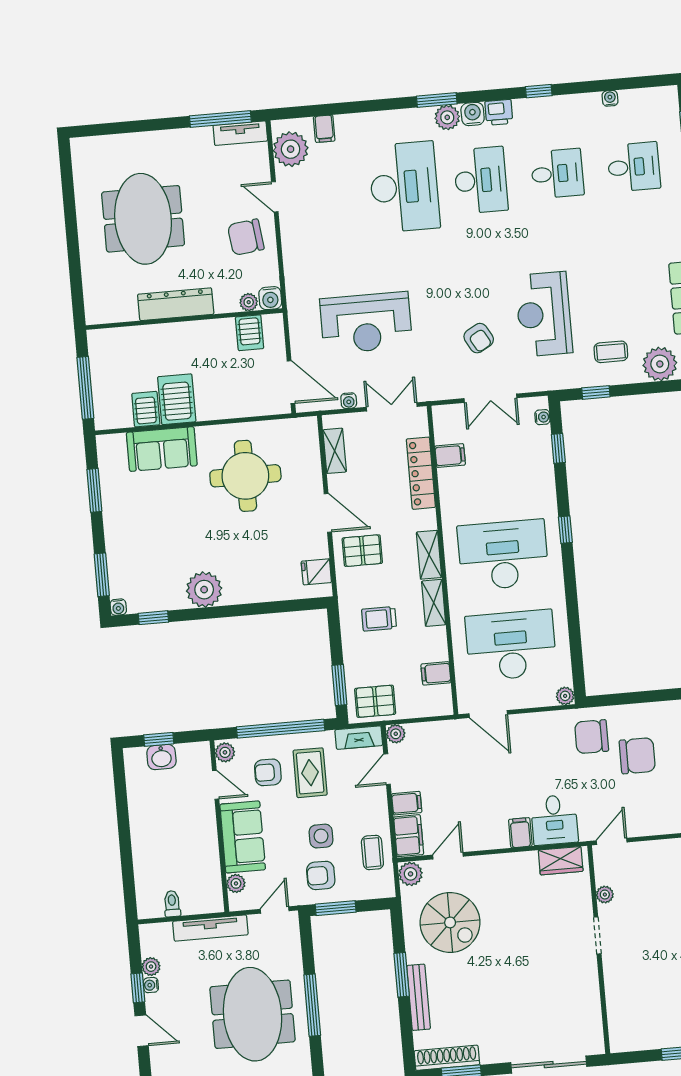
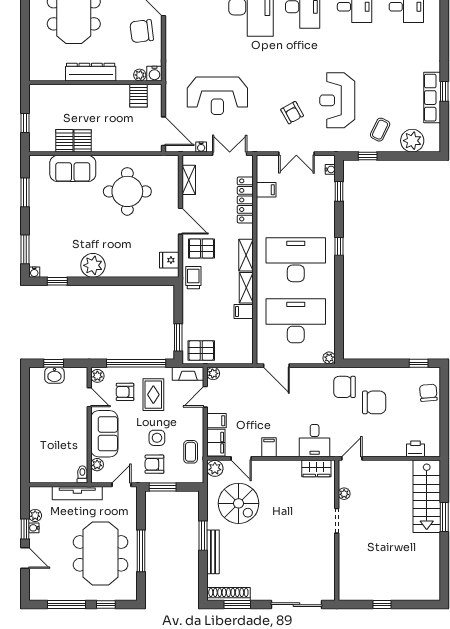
coffee table: (611, 352) -> (380, 130), turned -64
window: (85, 388) -> (25, 123), width x0.46
server rack: (177, 399) -> (83, 141), width x0.73, depth x0.70
trolley: (379, 619) -> (193, 278), moved, turned 90
filing cabinet: (436, 673) -> (244, 312), moved
filing cabinet: (520, 833) -> (269, 447), moved
door: (448, 856) -> (241, 458), swing flipped
toilet: (172, 904) -> (82, 474), moved

